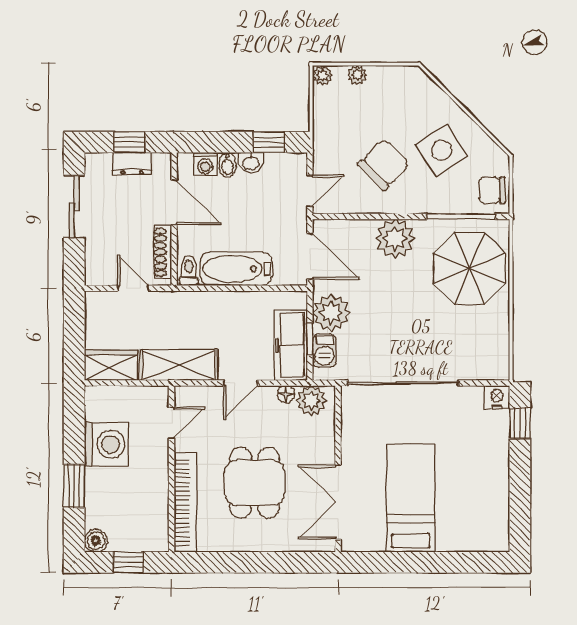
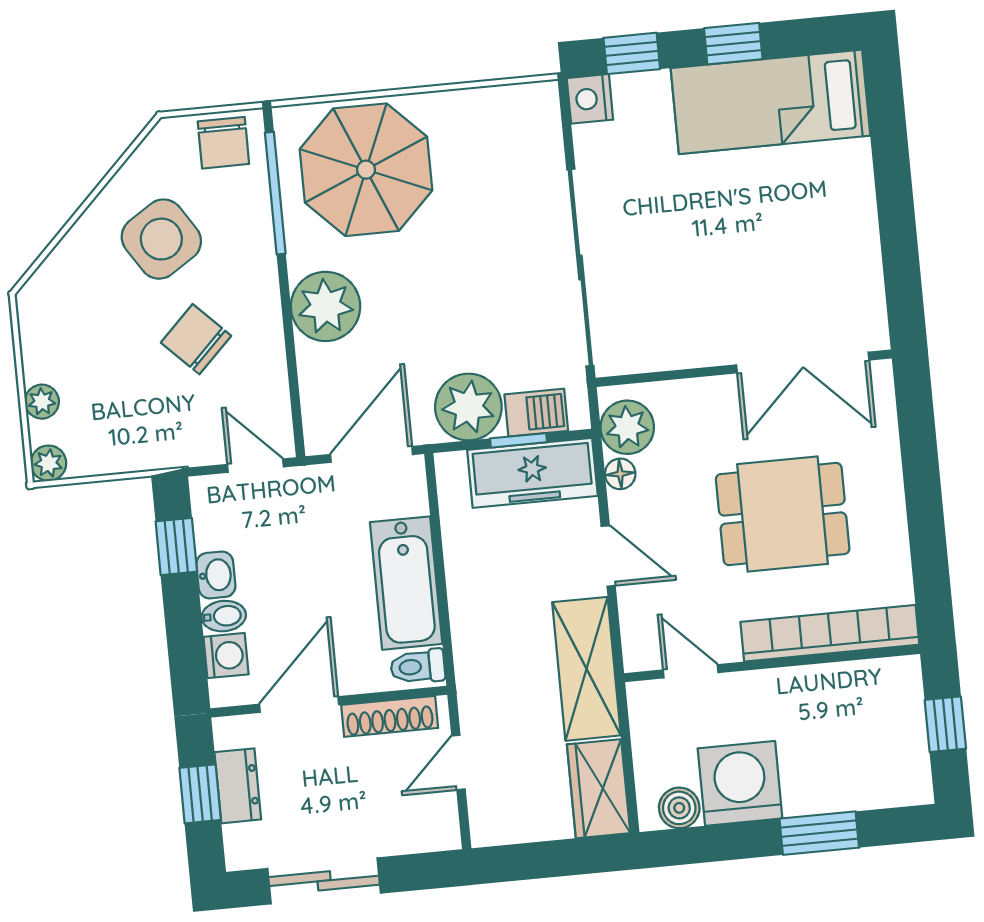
chair: (384, 164) -> (196, 339), width x0.73, depth x0.73
window: (520, 480) -> (733, 44), added
bed: (411, 498) -> (770, 102), moved
boiler: (96, 541) -> (679, 808), moved

